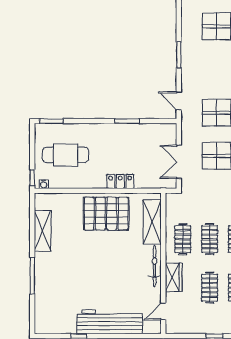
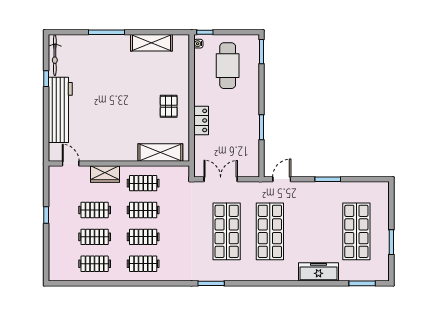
pallet: (106, 214) -> (169, 106), width x0.49, depth x0.50
bicycle: (155, 266) -> (55, 55), moved, turned 90

